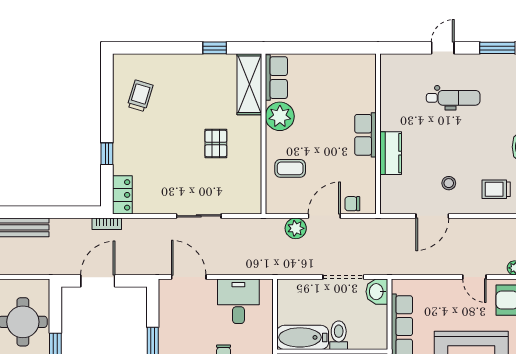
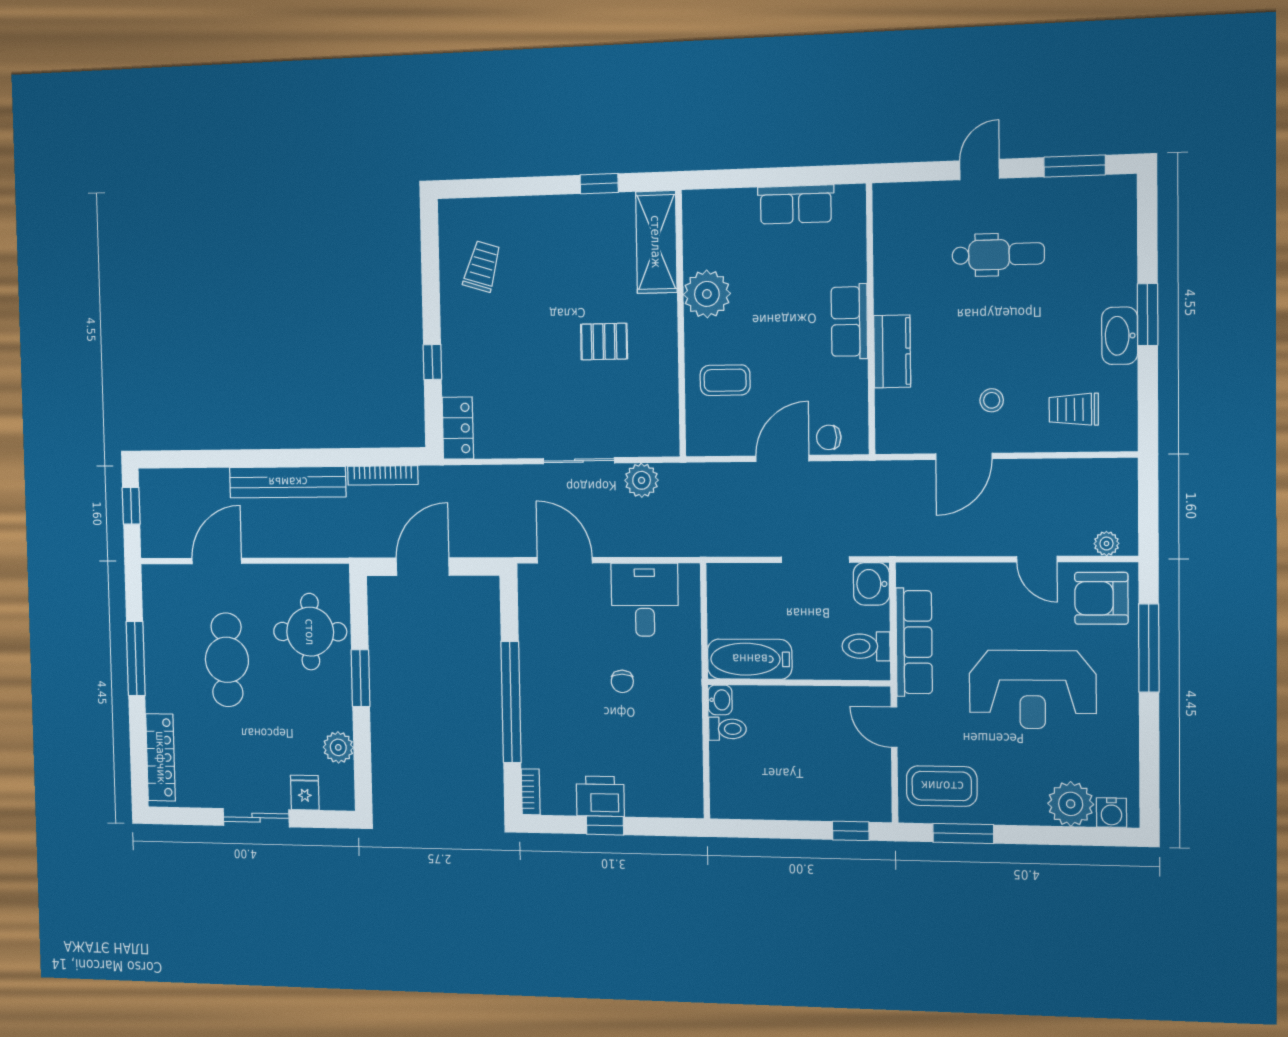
row of seats: (276, 78) -> (796, 204), moved, turned 90
pallet: (216, 144) -> (604, 342), turned 90
bookcase: (107, 224) -> (383, 475), moved, width x1.56
plant: (296, 228) -> (642, 480), moved
toilet: (339, 335) -> (866, 646), moved, turned -90

